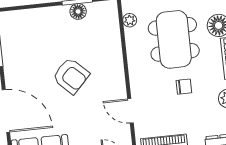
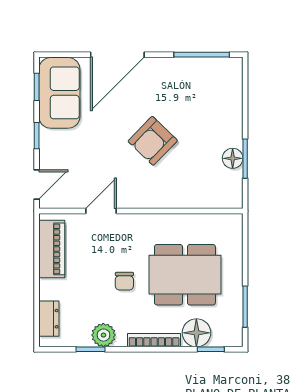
plant: (130, 20) -> (215, 222), removed

